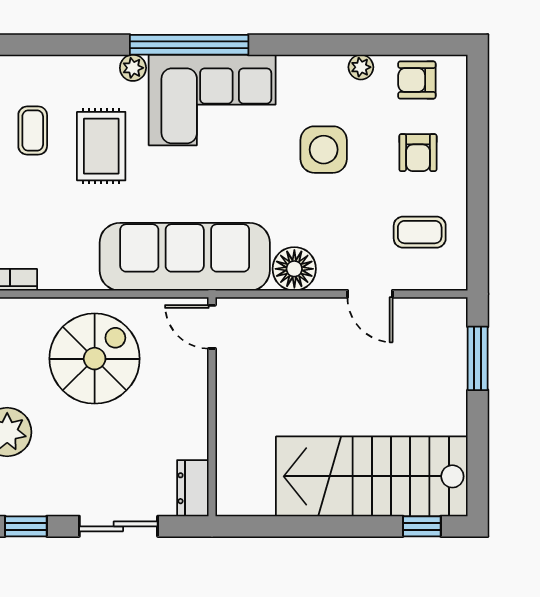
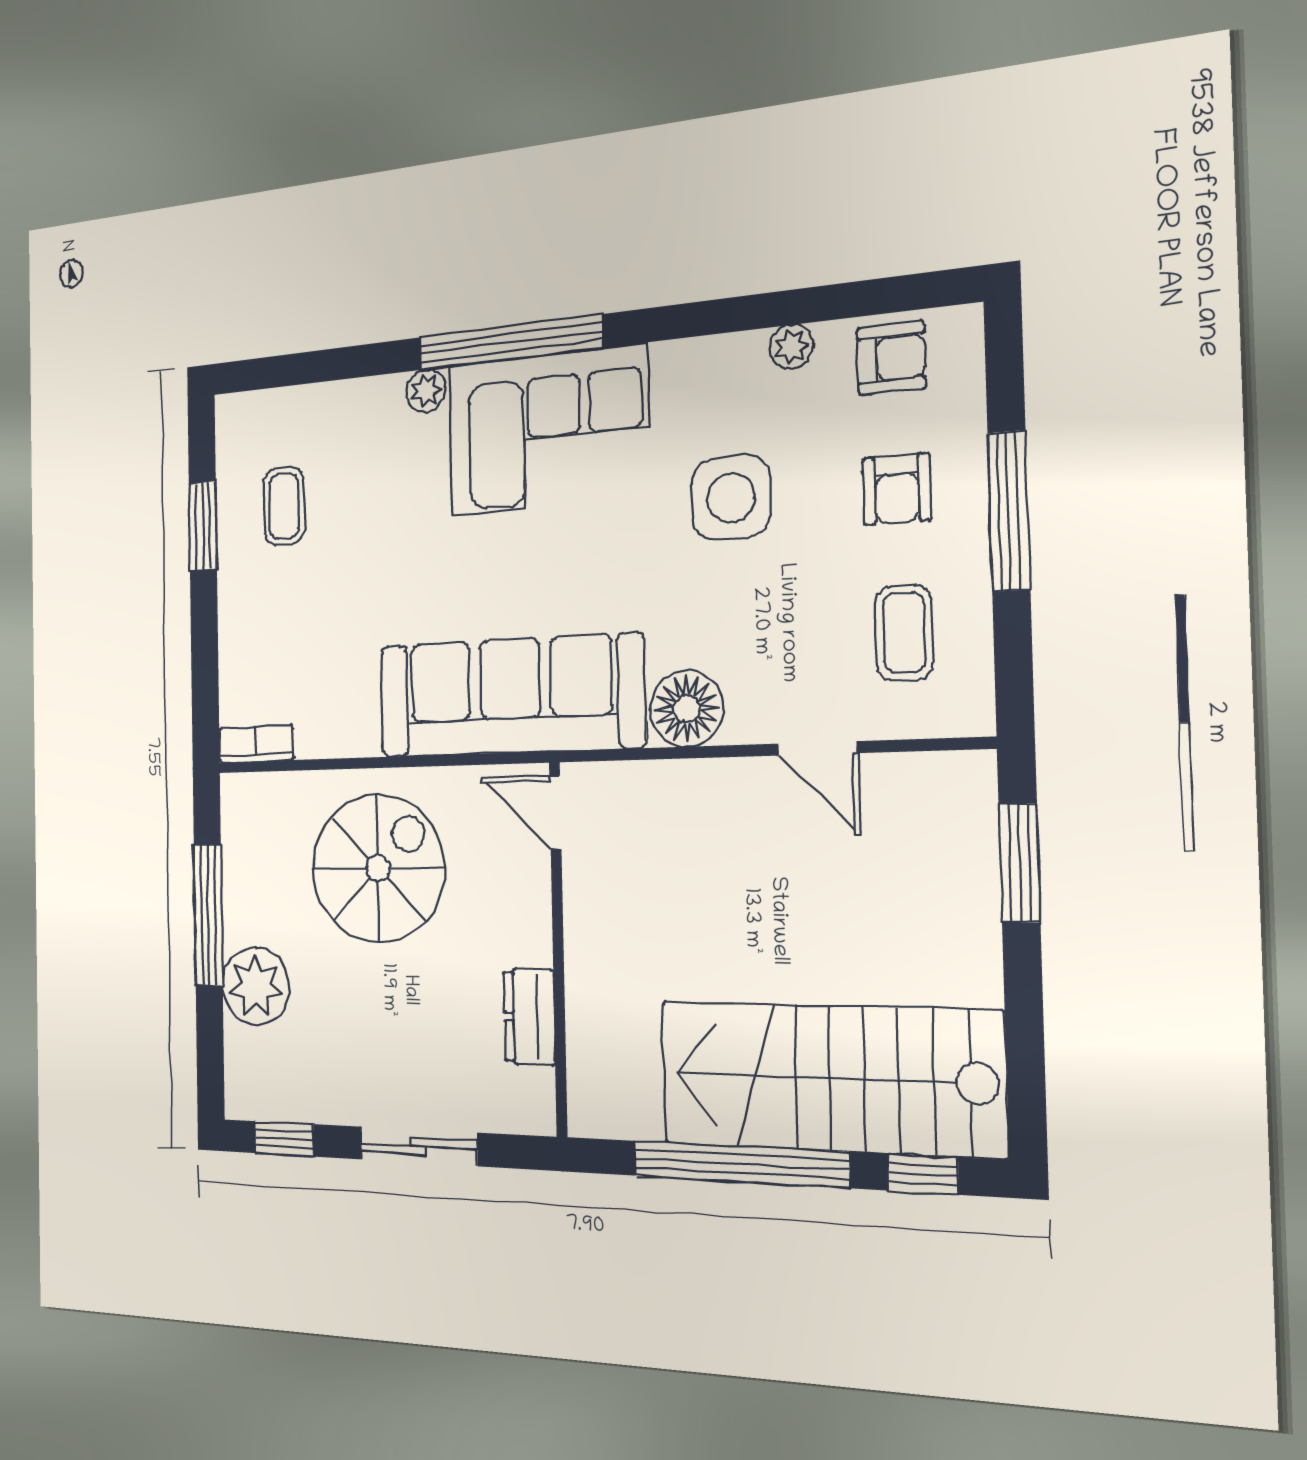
armchair: (417, 80) -> (891, 358), turned 180
rug: (101, 146) -> (382, 522), removed
window: (478, 170) -> (1009, 511), added
coffee table: (420, 232) -> (904, 633), turned 90
dresser: (193, 488) -> (529, 1017), moved
window: (319, 526) -> (740, 1164), added

